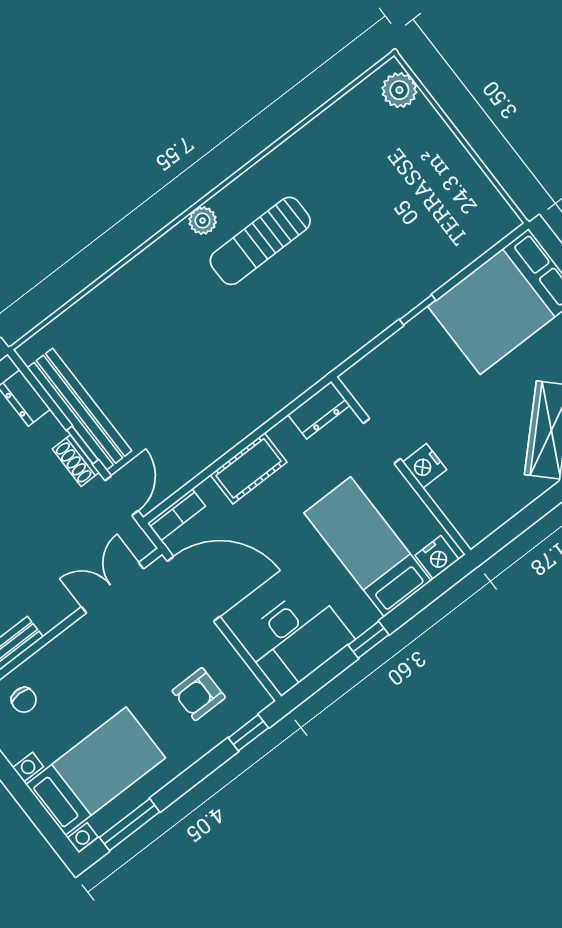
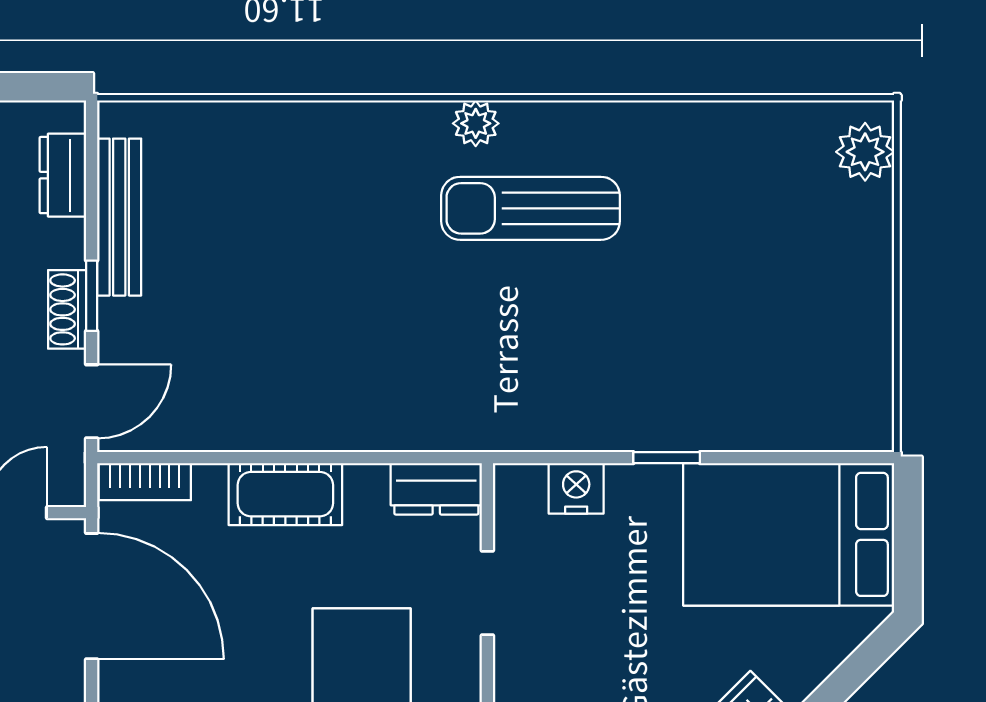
bench: (79, 409) -> (119, 217), width x0.73, depth x0.82
nightstand: (425, 466) -> (576, 488), moved, turned 90

